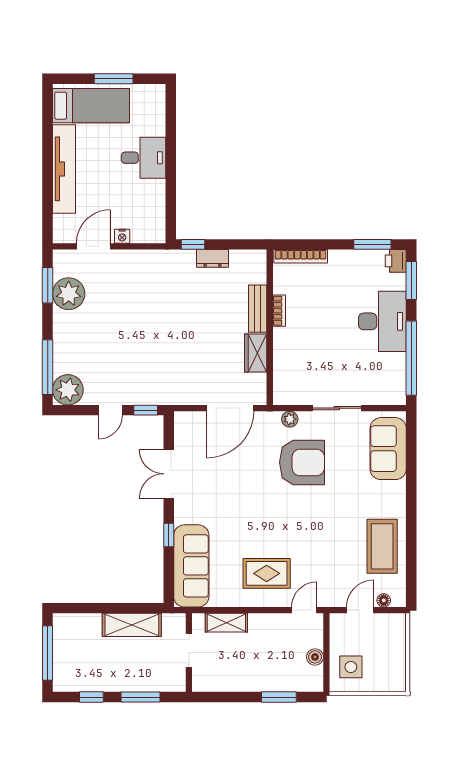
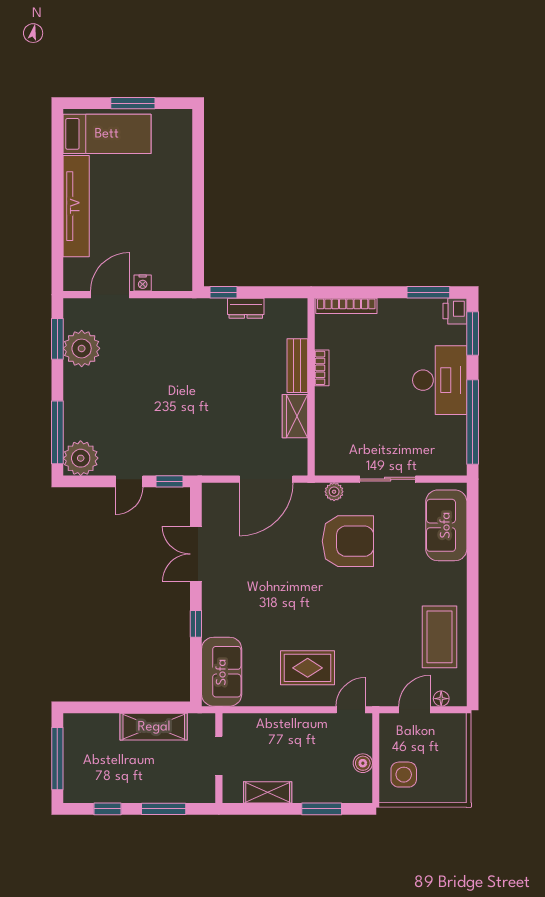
desk: (144, 158) -> (167, 193), removed
sofa: (191, 566) -> (222, 672), width x0.73
shelving: (226, 623) -> (268, 792), moved

